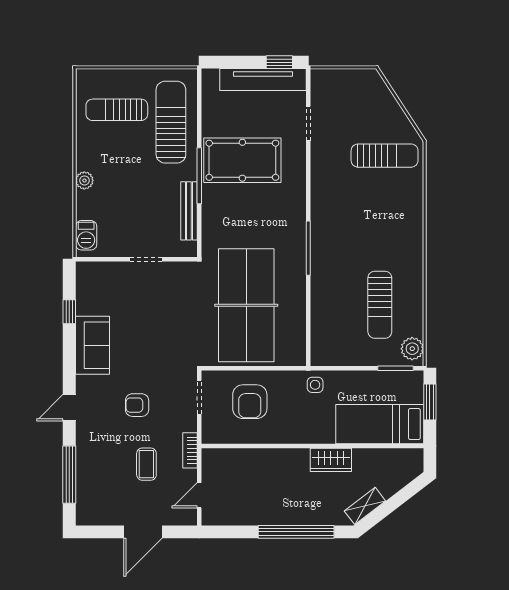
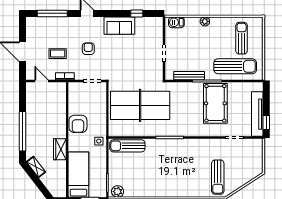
sun lounger: (380, 305) -> (127, 146), moved
armchair: (250, 402) -> (78, 124), moved, turned -90

